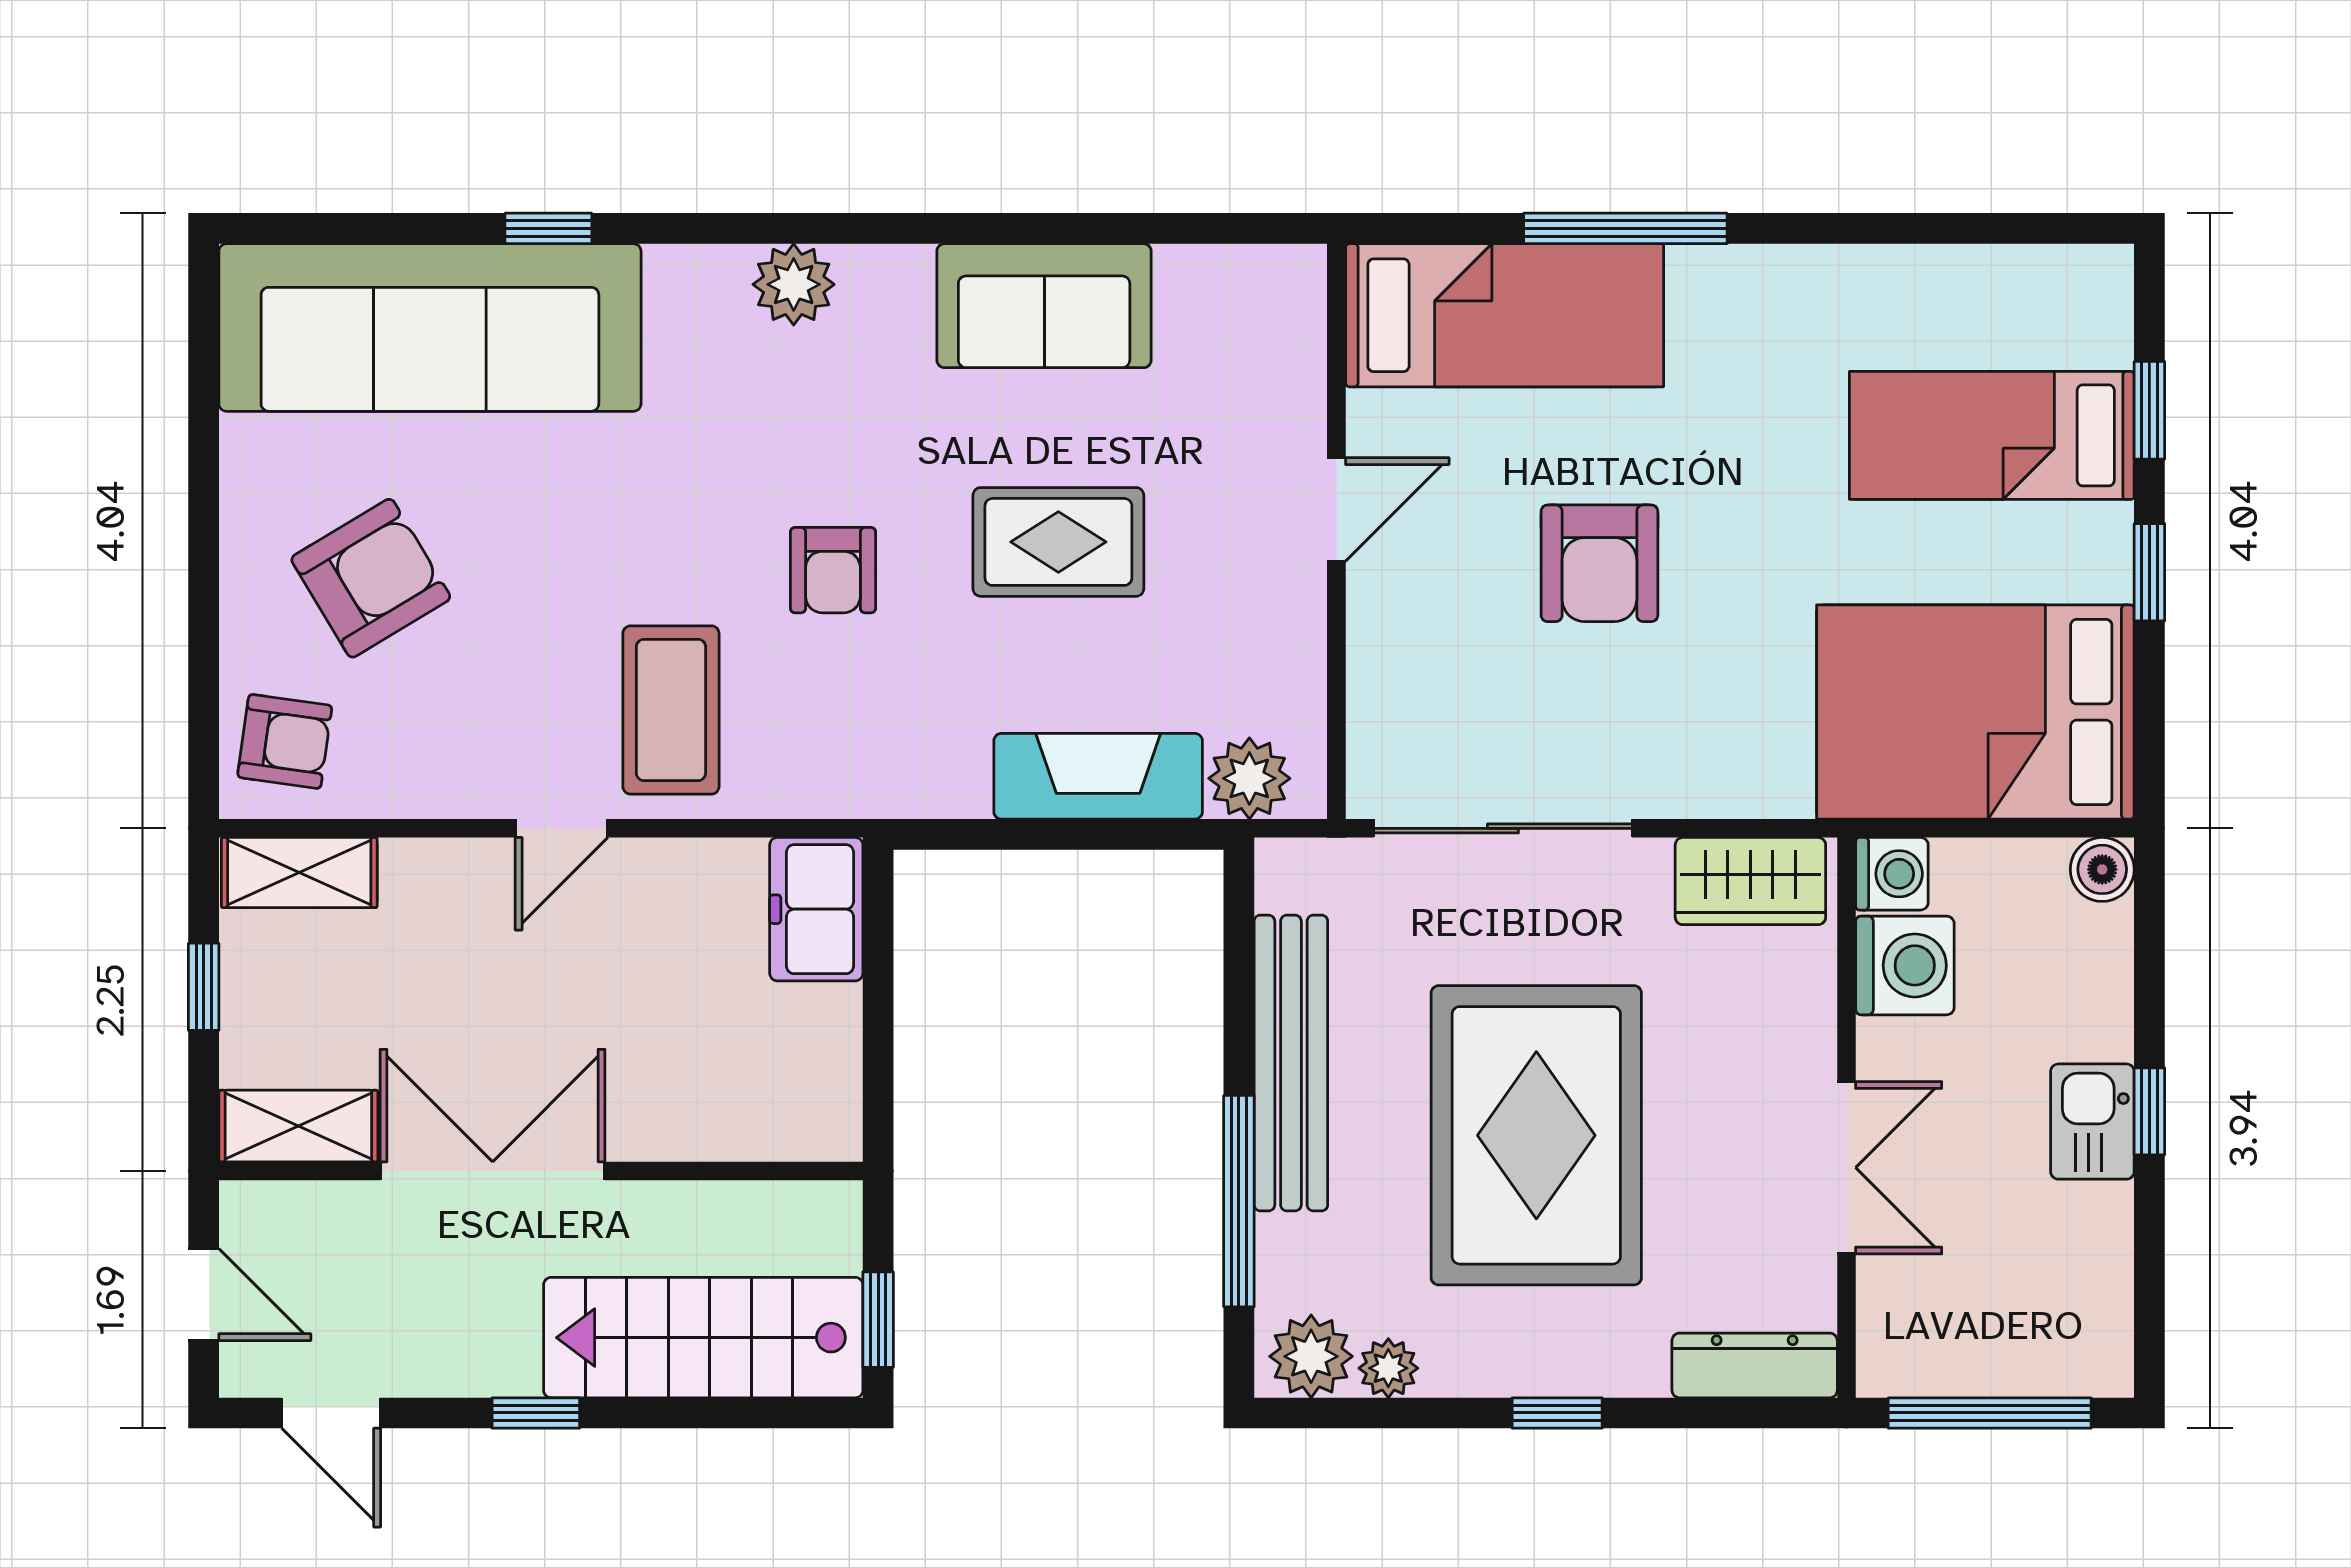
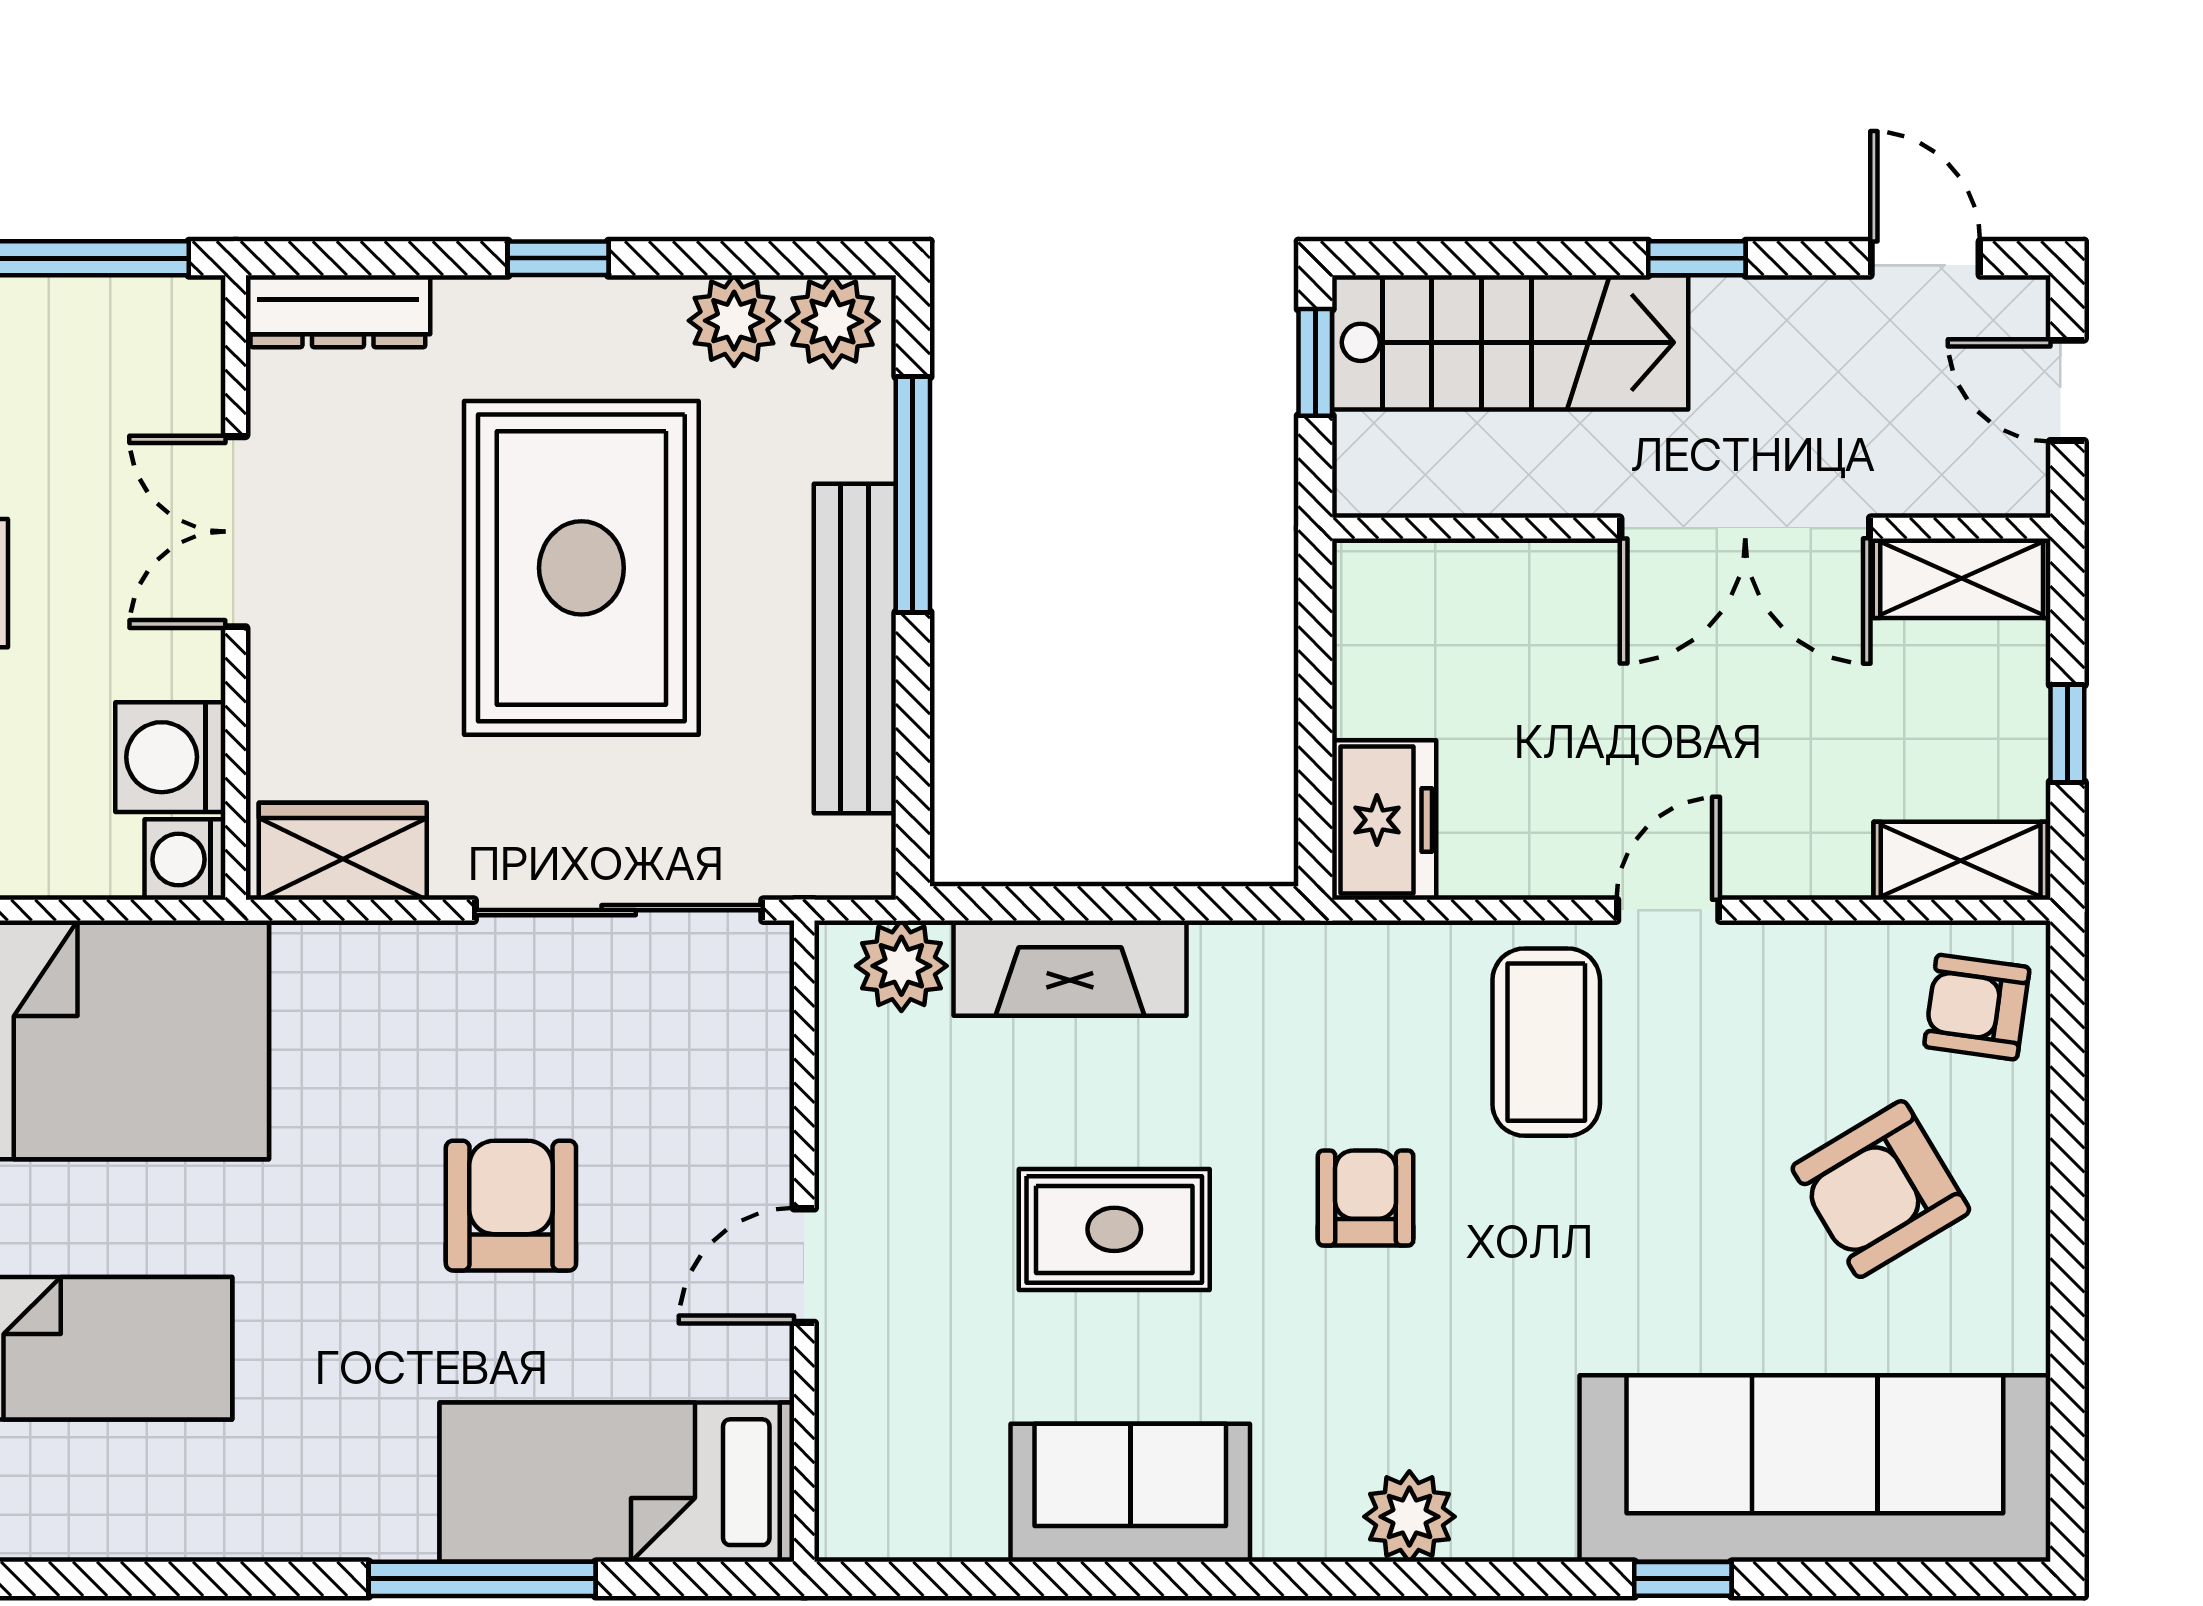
plant: (1388, 1368) -> (734, 321), width x1.38, depth x1.38

